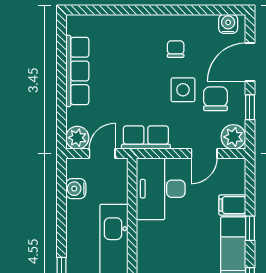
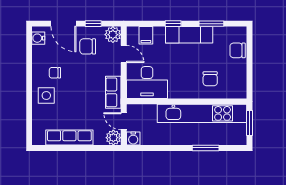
side table: (183, 90) -> (46, 95), moved
water cooler: (76, 189) -> (133, 139), moved
filing cabinet: (232, 205) -> (146, 35), moved

